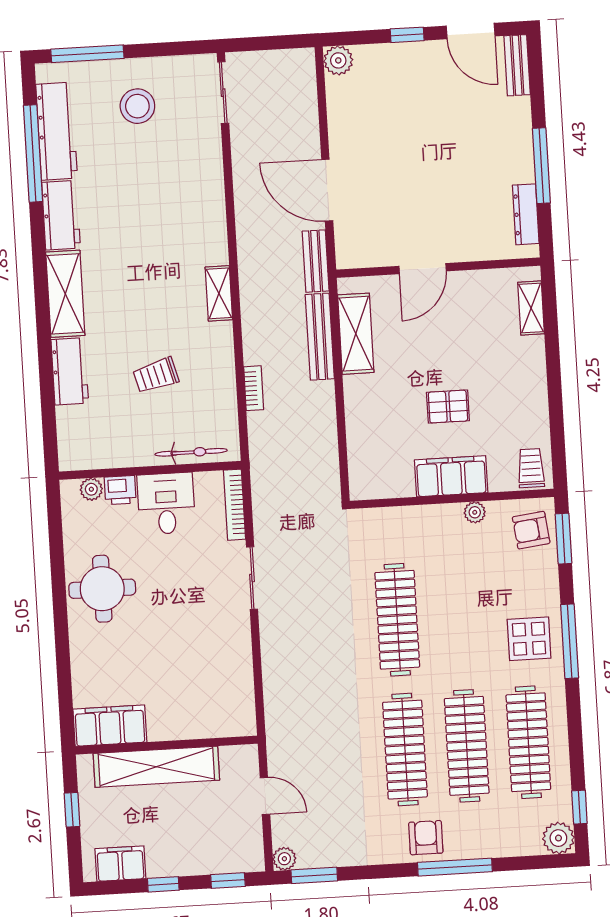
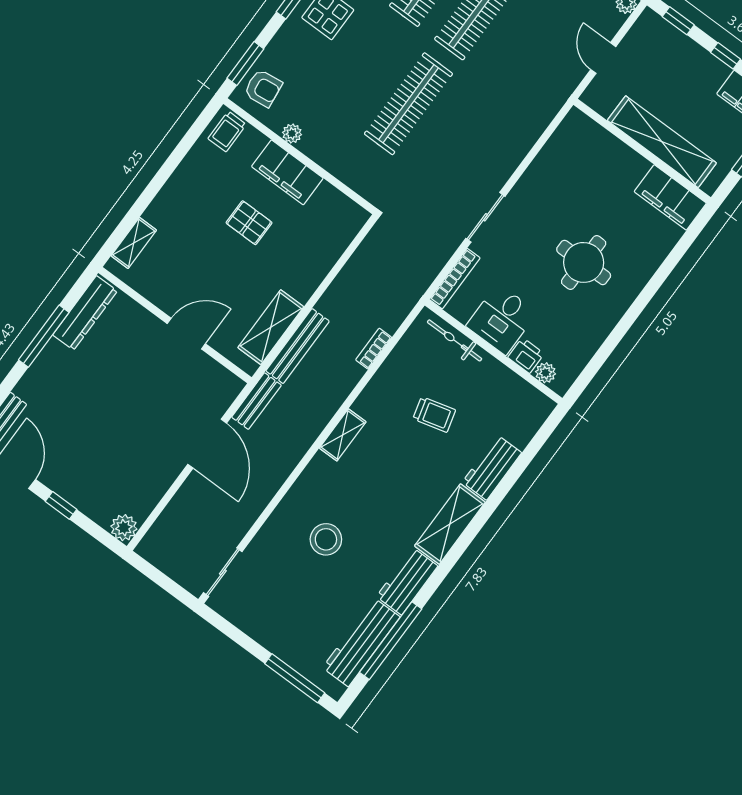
stool: (137, 106) -> (326, 539), moved
dresser: (526, 214) -> (85, 313), width x1.37, depth x1.24
round table: (102, 589) -> (584, 262), moved

